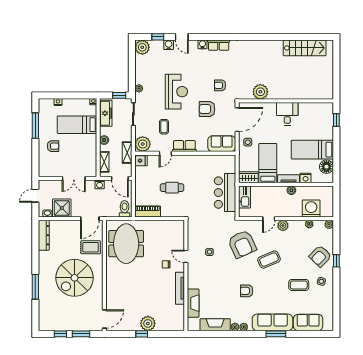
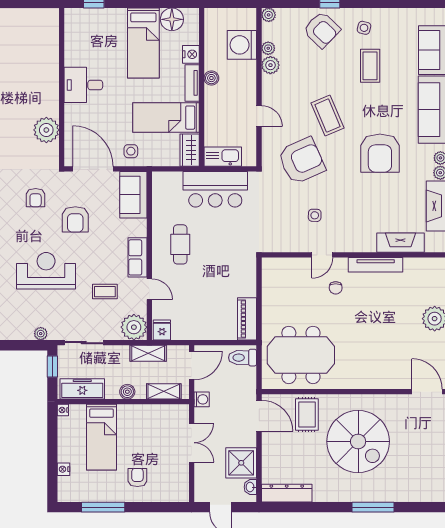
cafe table: (172, 188) -> (180, 244), moved
plant: (283, 226) -> (270, 65), moved
armchair: (247, 291) -> (380, 153), width x1.88, depth x1.88

